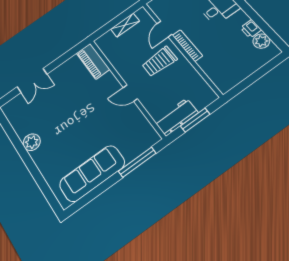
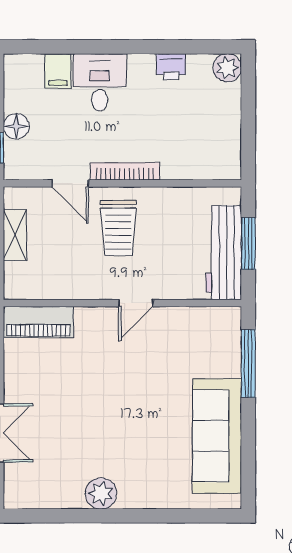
plant: (261, 41) -> (227, 68), moved
workbench: (176, 117) -> (224, 253), width x1.37

